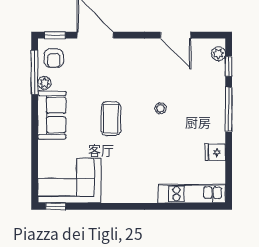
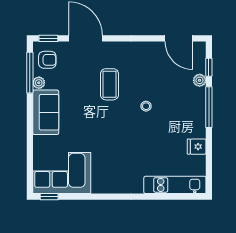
door: (176, 35) -> (179, 38), moved
plant: (218, 54) -> (200, 80), moved
armchair: (54, 58) -> (47, 60), turned -90
coffee table: (111, 119) -> (109, 84), moved

